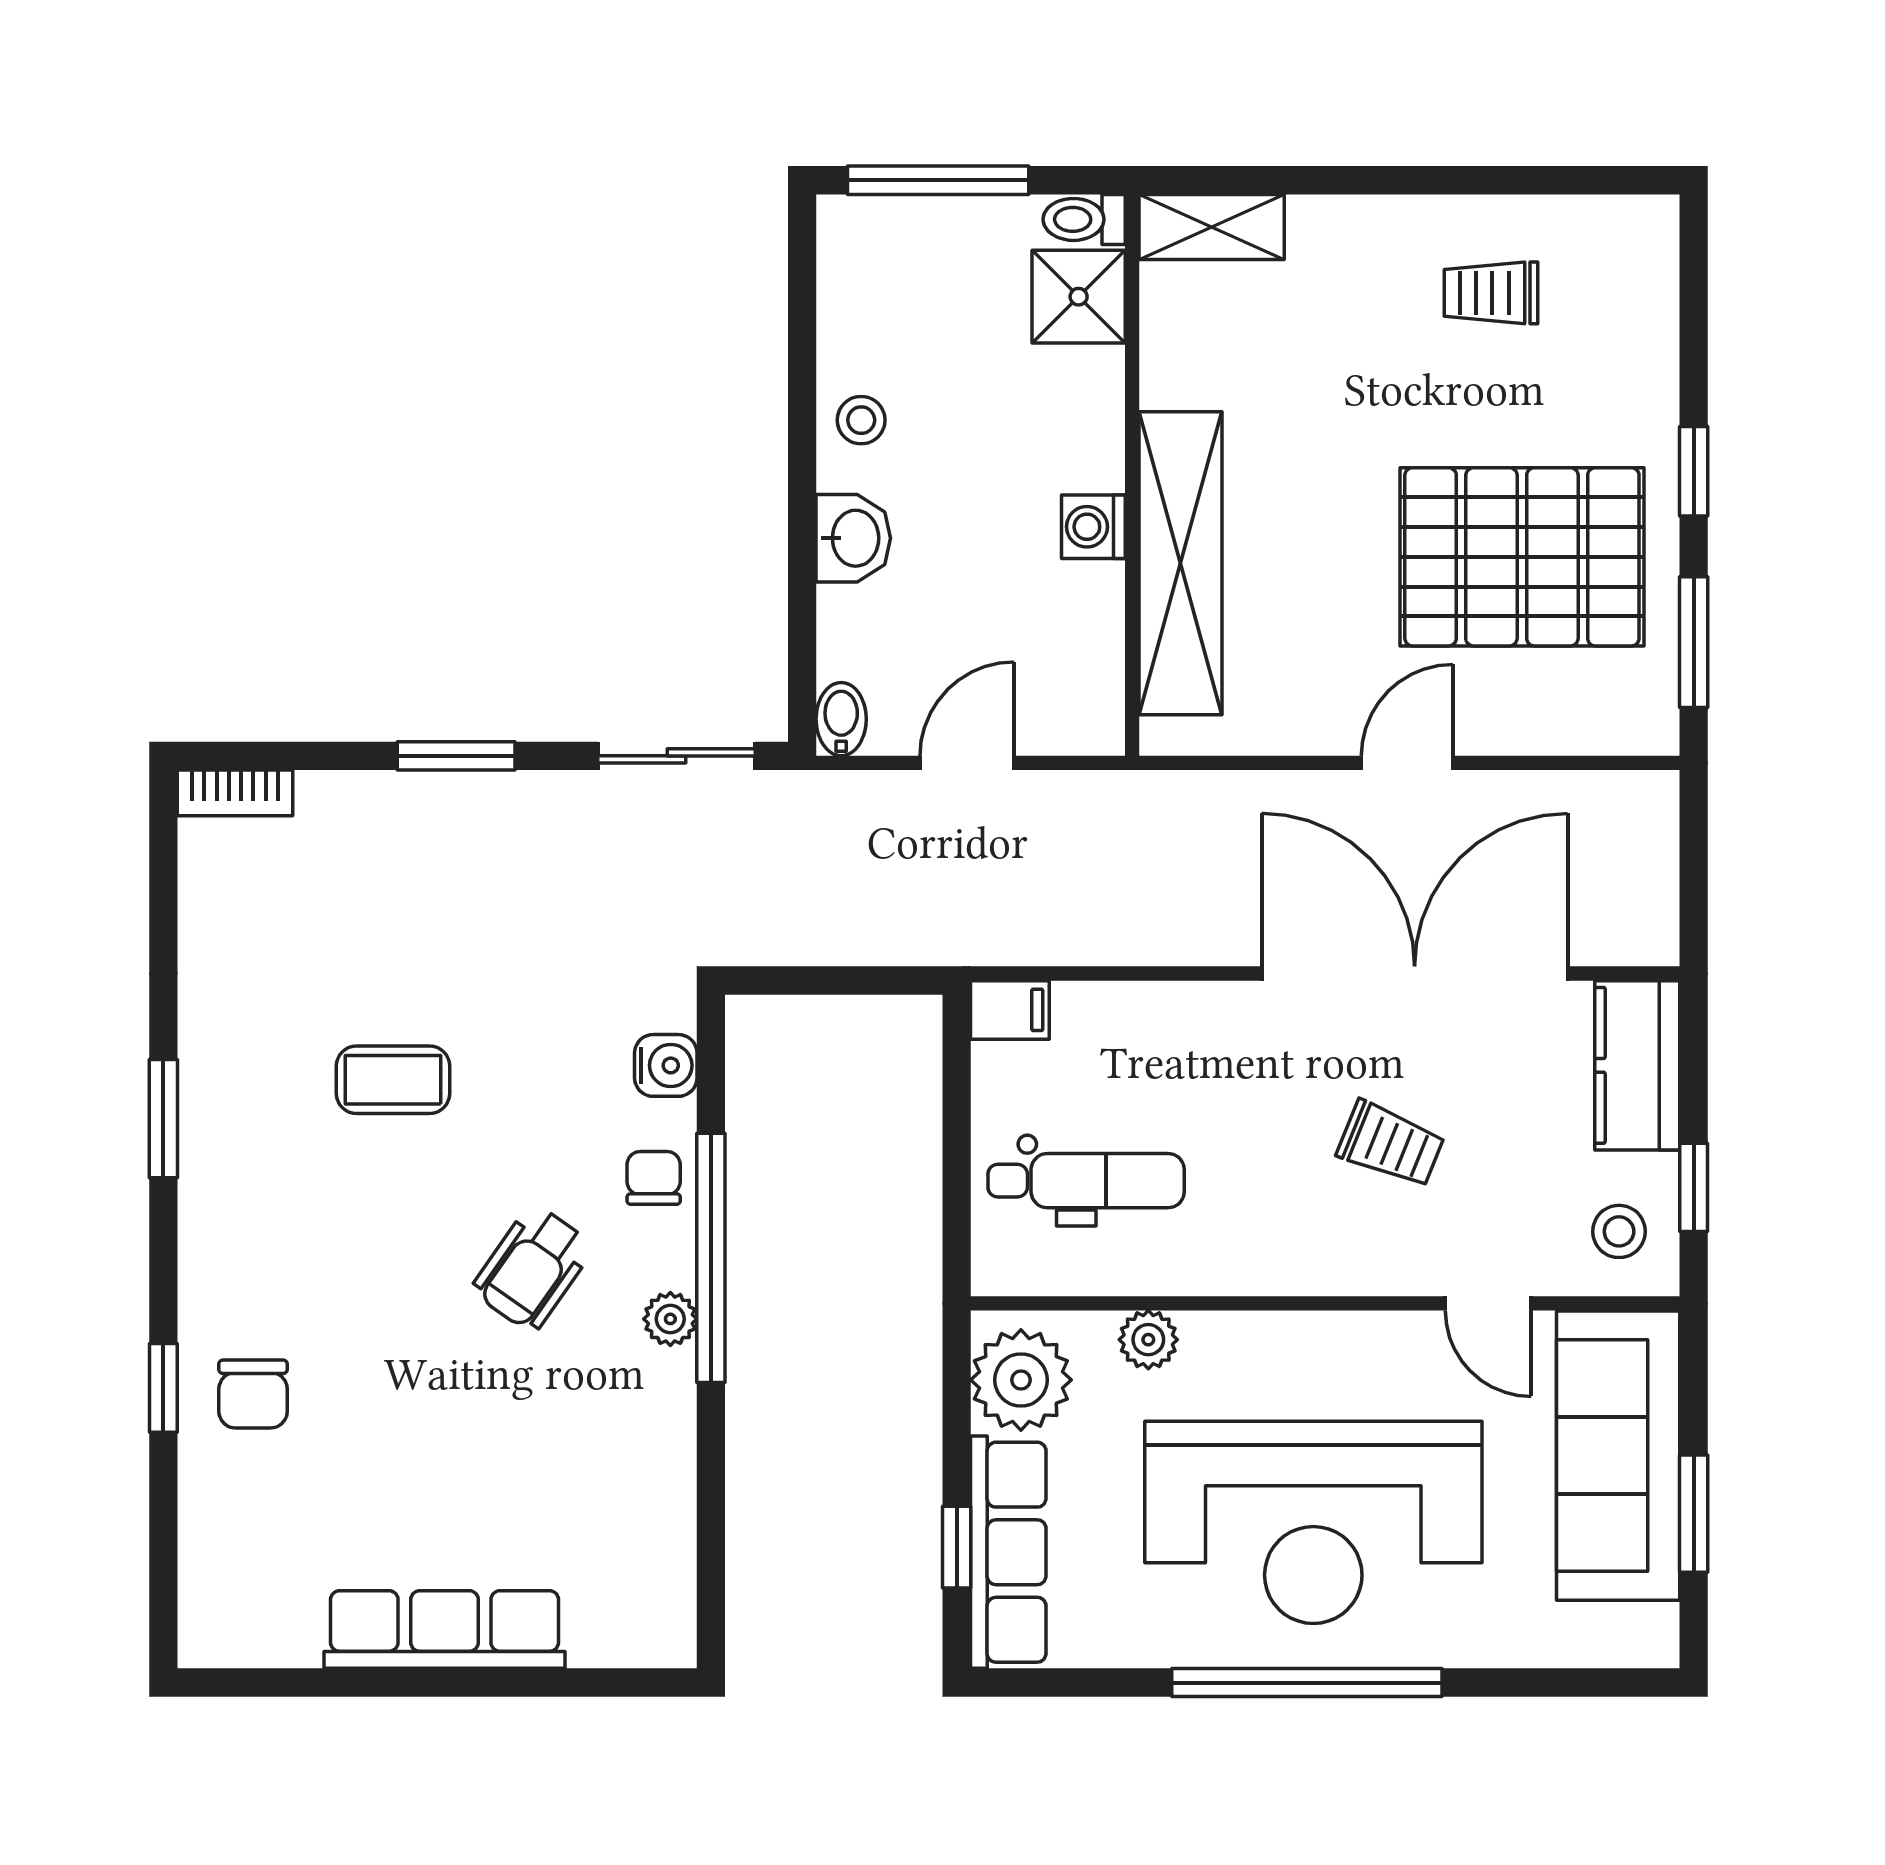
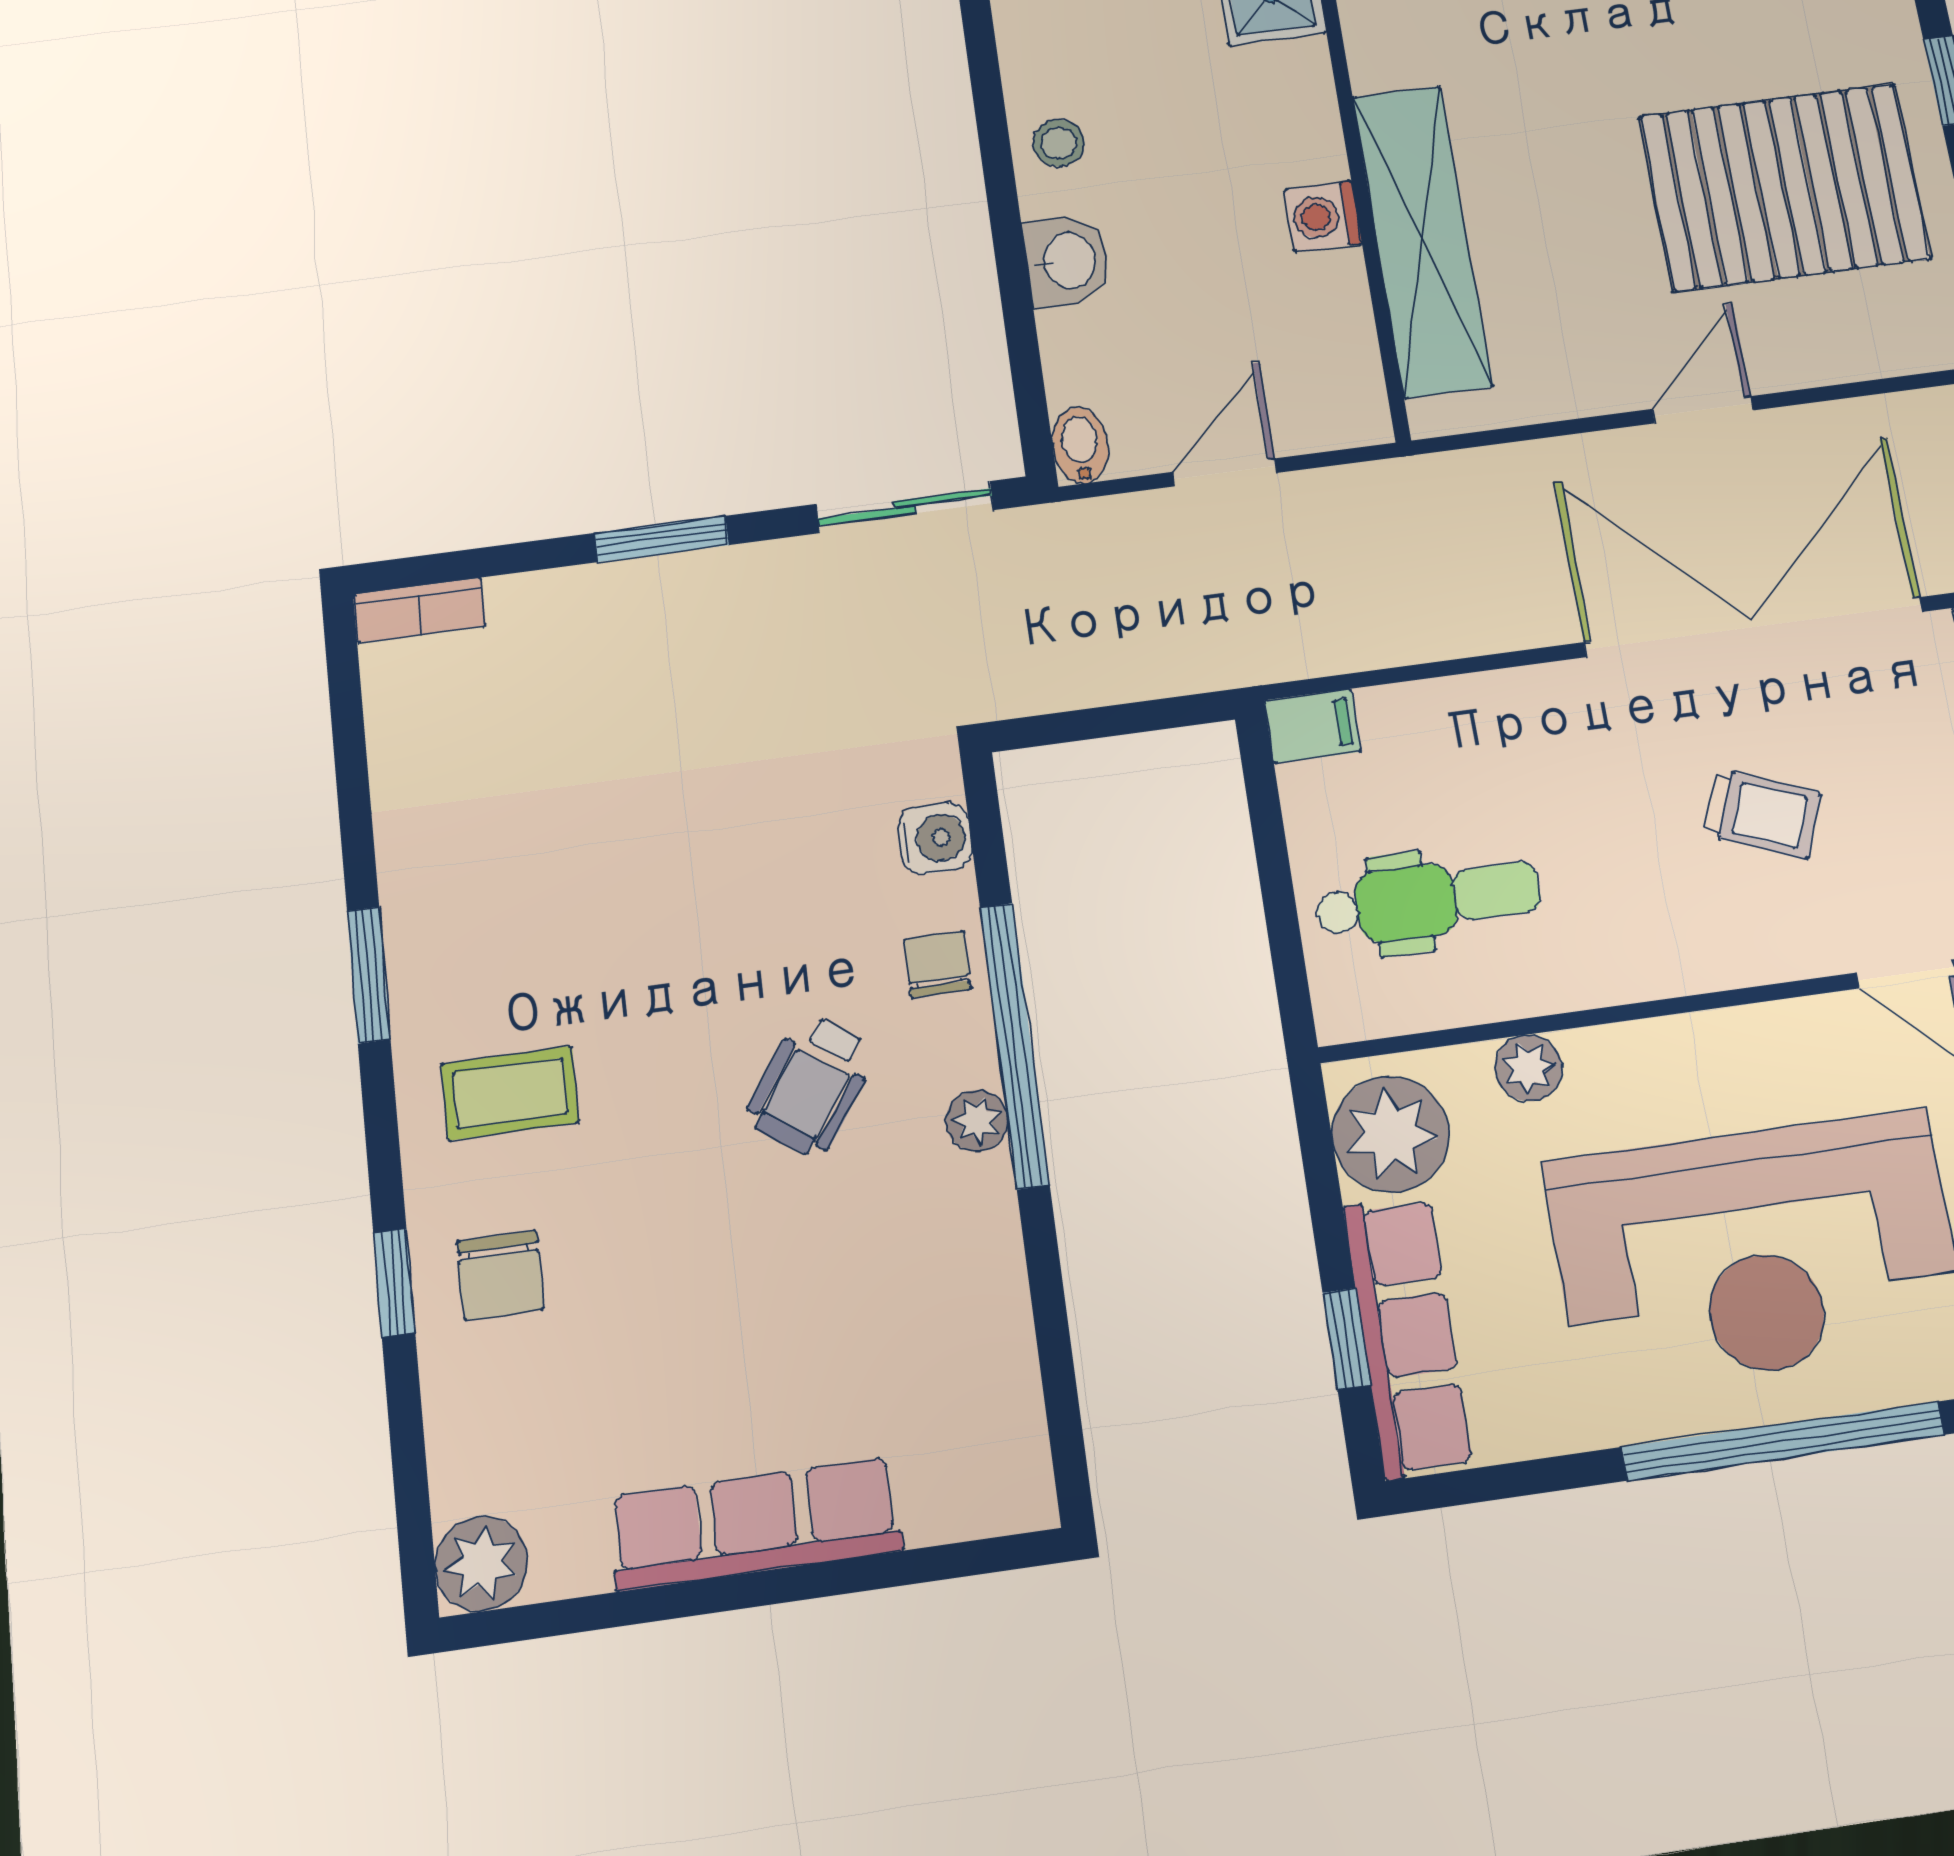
coffee table: (393, 1080) -> (510, 1093), moved
plant: (216, 1630) -> (481, 1564), added

